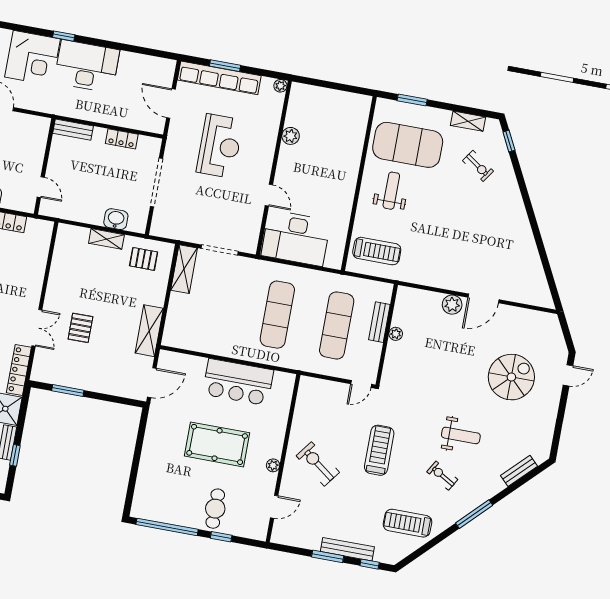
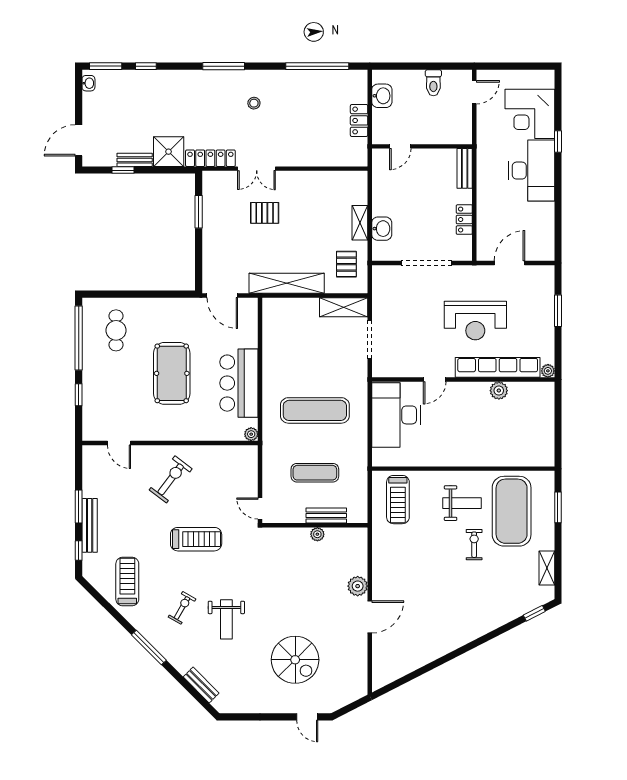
row of seats: (219, 78) -> (498, 367), moved, turned 90
exercise bike: (478, 166) -> (474, 545), moved, turned 145
door: (484, 298) -> (370, 617), swing flipped
exercise mat: (337, 325) -> (315, 473), width x0.73, depth x0.69
shelving: (149, 331) -> (287, 283), width x1.47
plant: (273, 465) -> (251, 434), moved
cafe table: (215, 509) -> (116, 330), moved, turned 90

